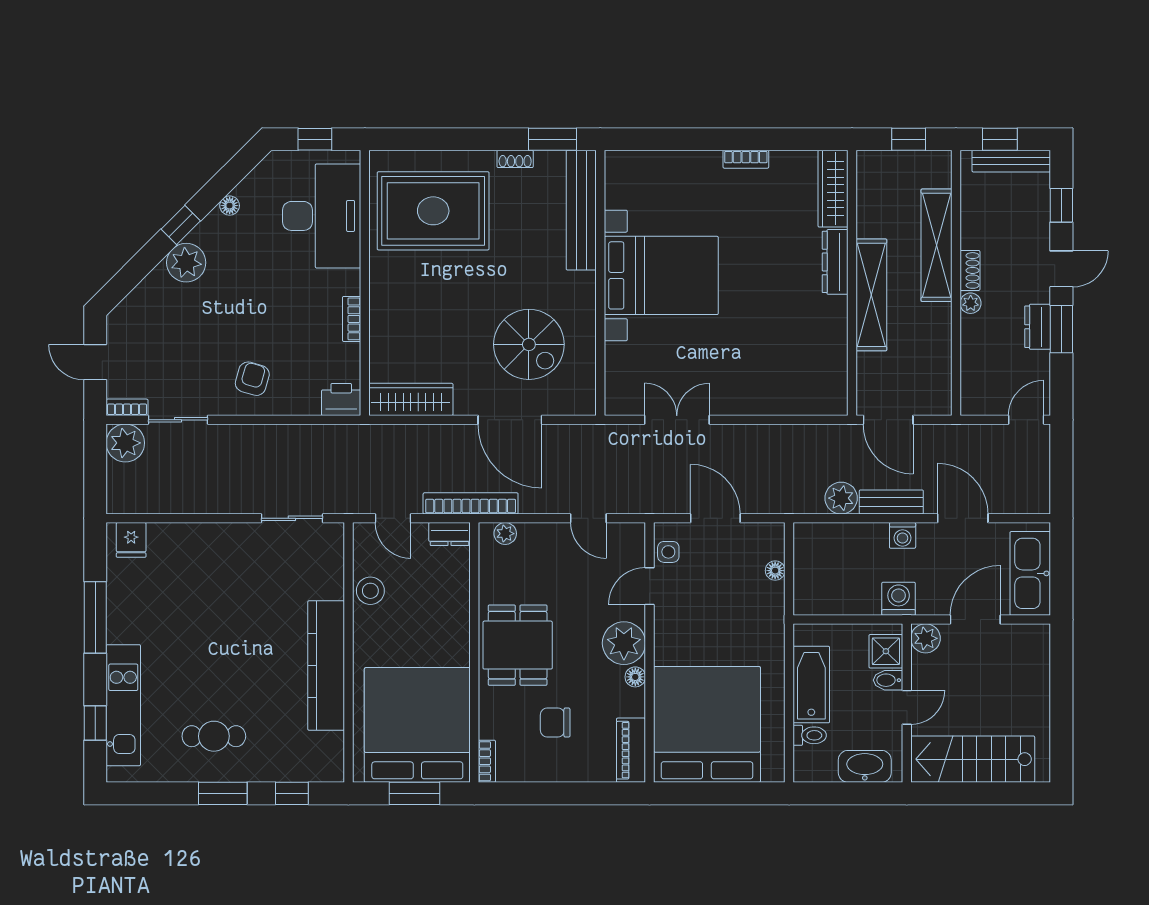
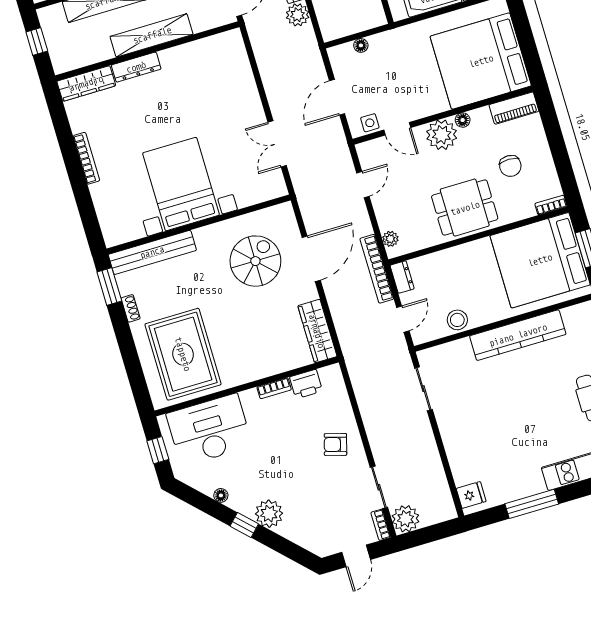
bookcase: (746, 159) -> (86, 158), width x1.56
printer: (341, 399) -> (306, 384), moved, turned -90

